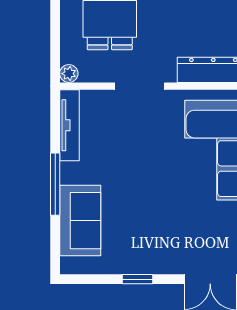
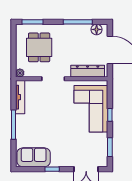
sofa: (80, 221) -> (34, 157), moved, turned -90

